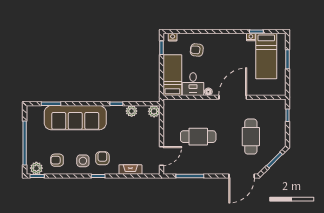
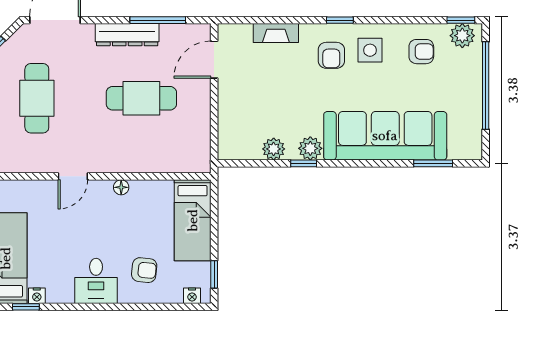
desk: (193, 84) -> (96, 281), moved, turned 180
door: (233, 97) -> (73, 176), width x0.53
plant: (154, 111) -> (310, 148), moved
dresser: (205, 169) -> (127, 35), added

